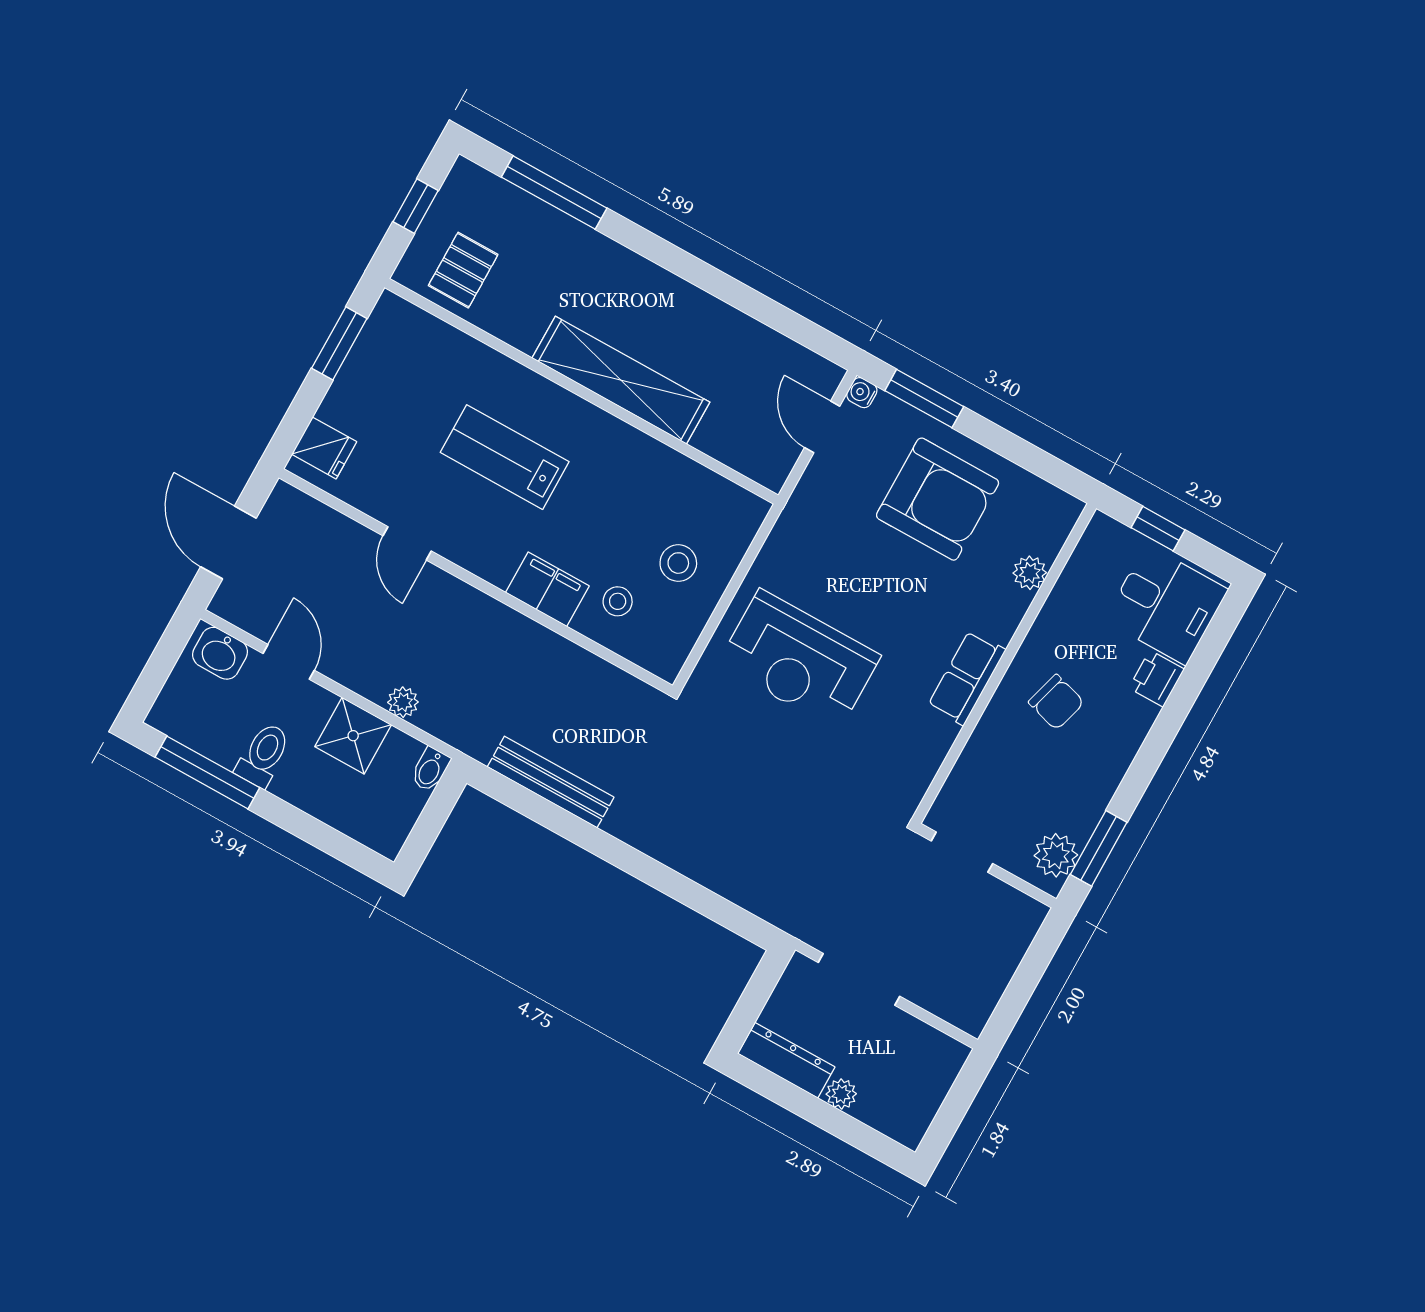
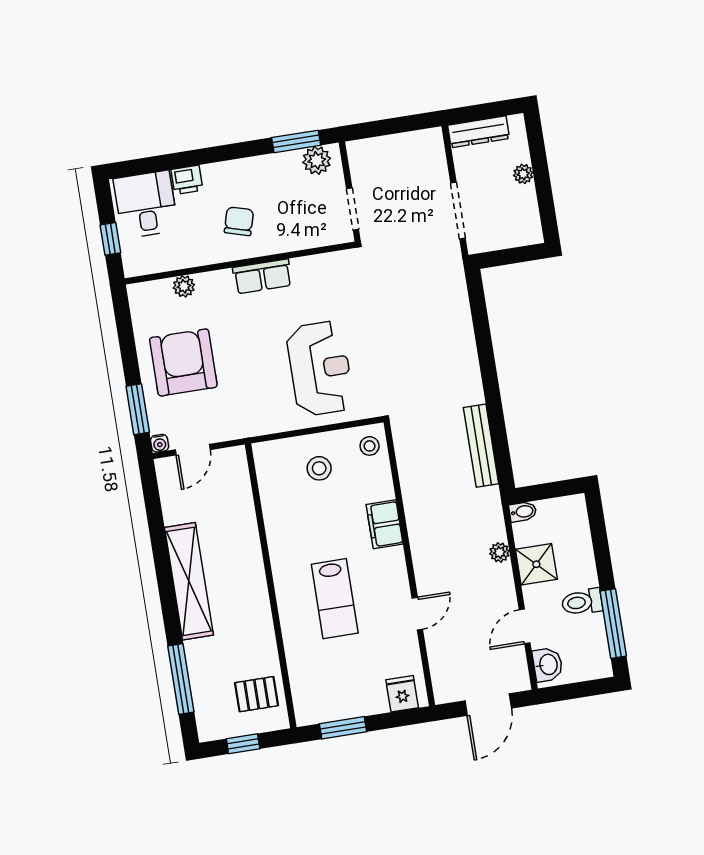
shelving: (621, 380) -> (189, 581), moved
stool: (618, 601) -> (370, 446), moved
dresser: (786, 1060) -> (479, 132), moved, turned -90

